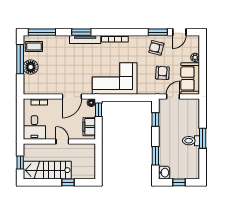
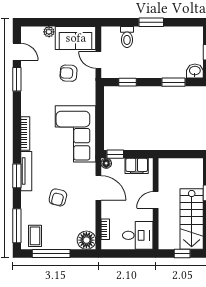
armchair: (156, 48) -> (58, 197), moved
floor lamp: (31, 67) -> (86, 240), moved
toilet: (191, 141) -> (127, 37), moved

